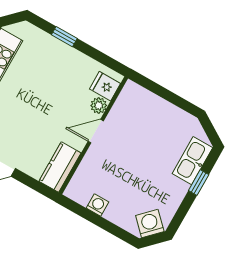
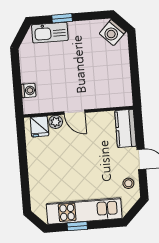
window: (64, 37) -> (24, 177), removed
kitchen counter: (60, 167) -> (125, 128), moved, turned 90
washing machine: (97, 205) -> (29, 91), moved, turned 180

